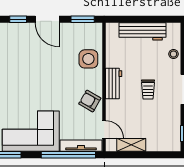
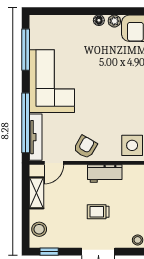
stool: (164, 143) -> (39, 229), added

